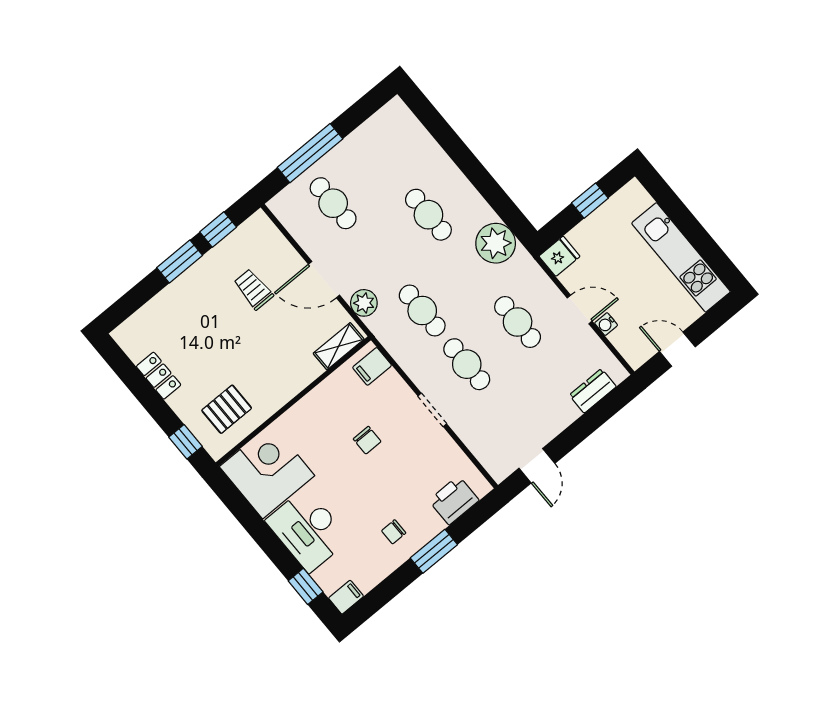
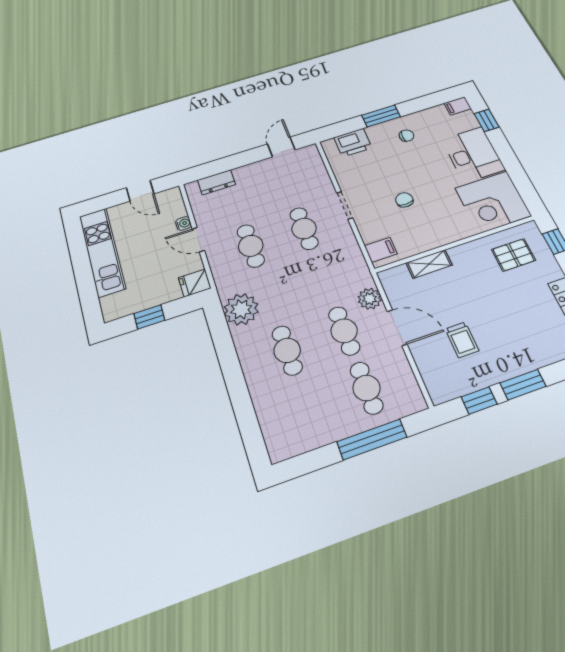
cafe table: (422, 311) -> (344, 331), moved
shelving: (339, 346) -> (429, 264), moved

